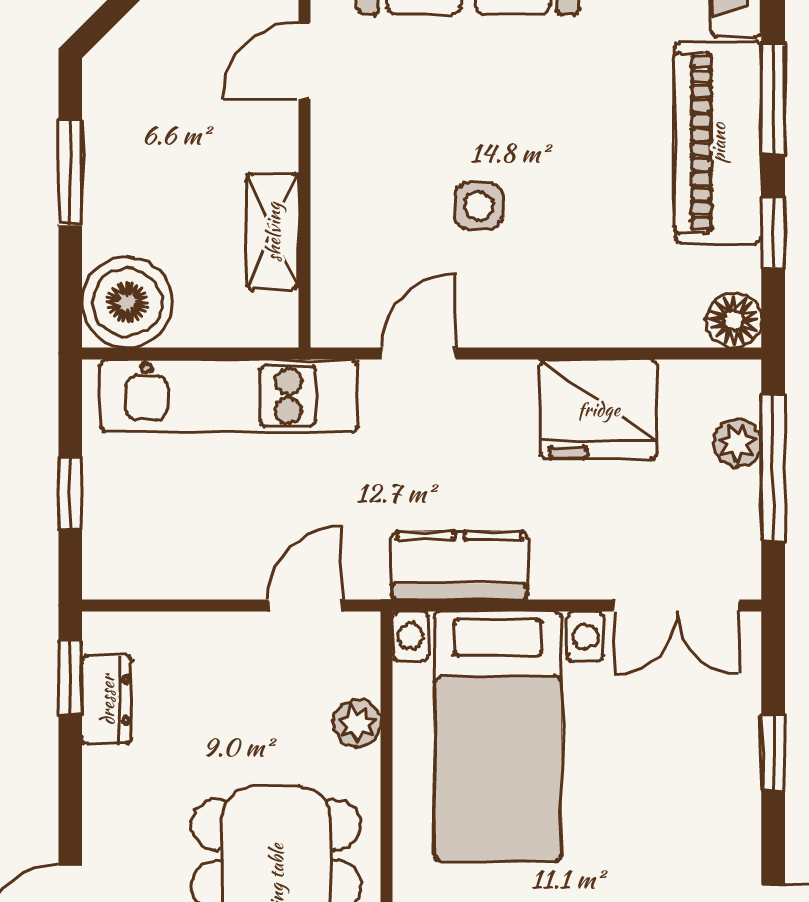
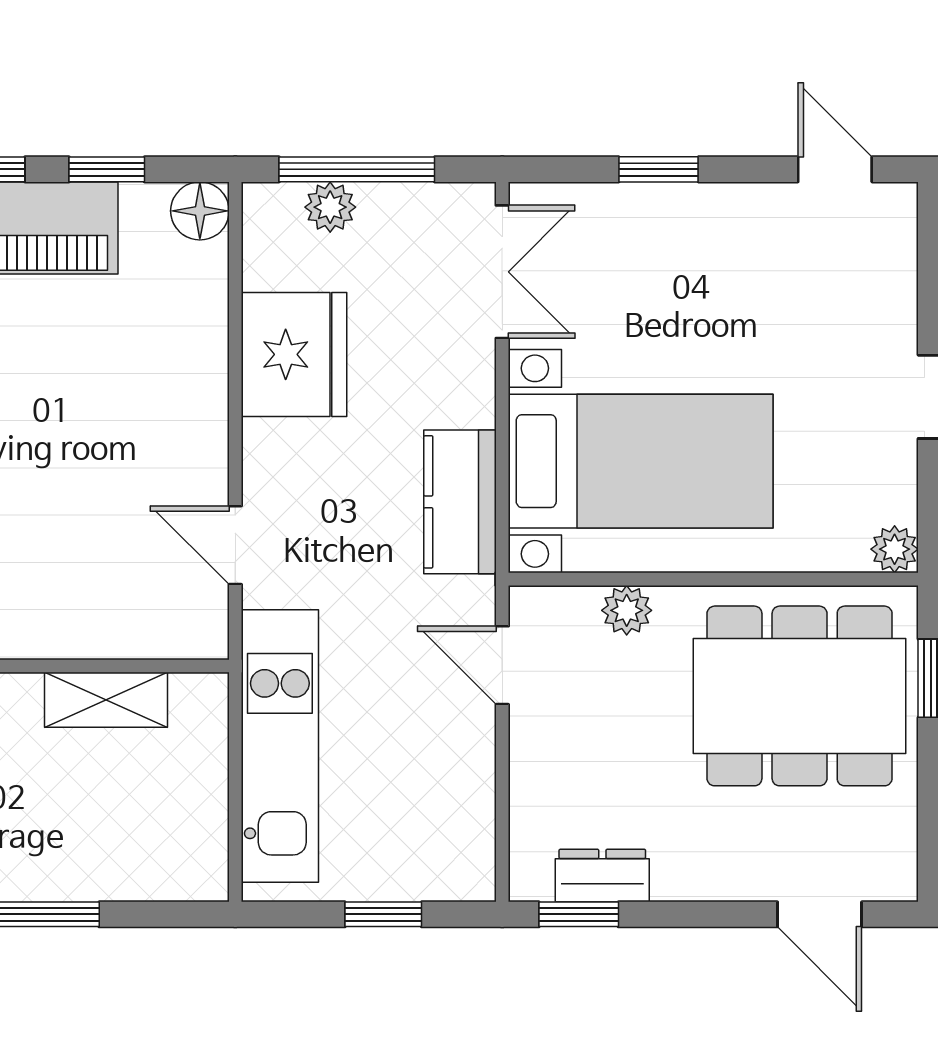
side table: (479, 206) -> (79, 481), removed
boiler: (127, 302) -> (181, 854), removed

